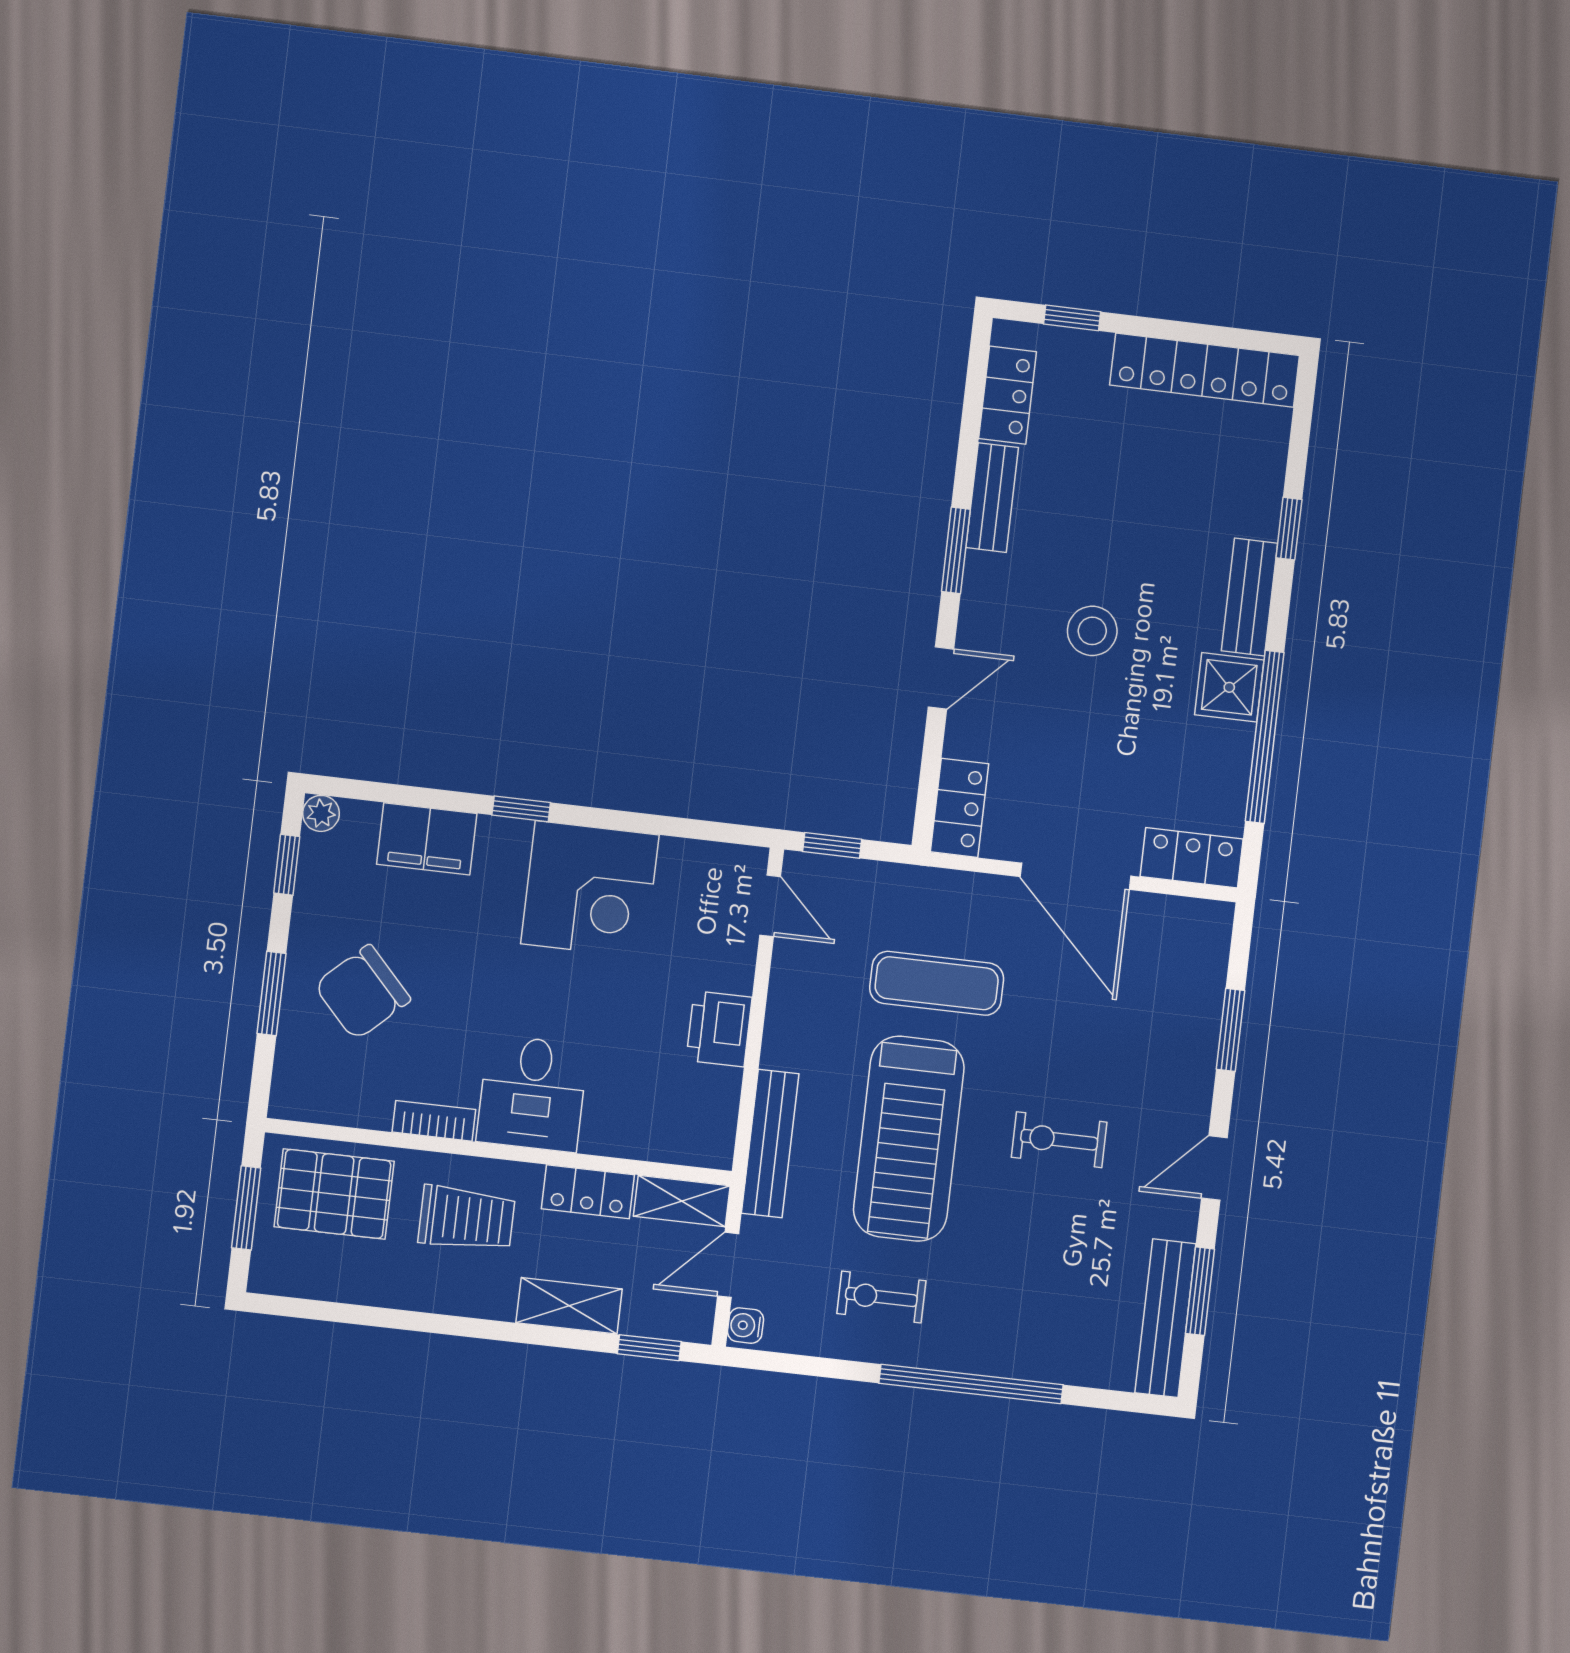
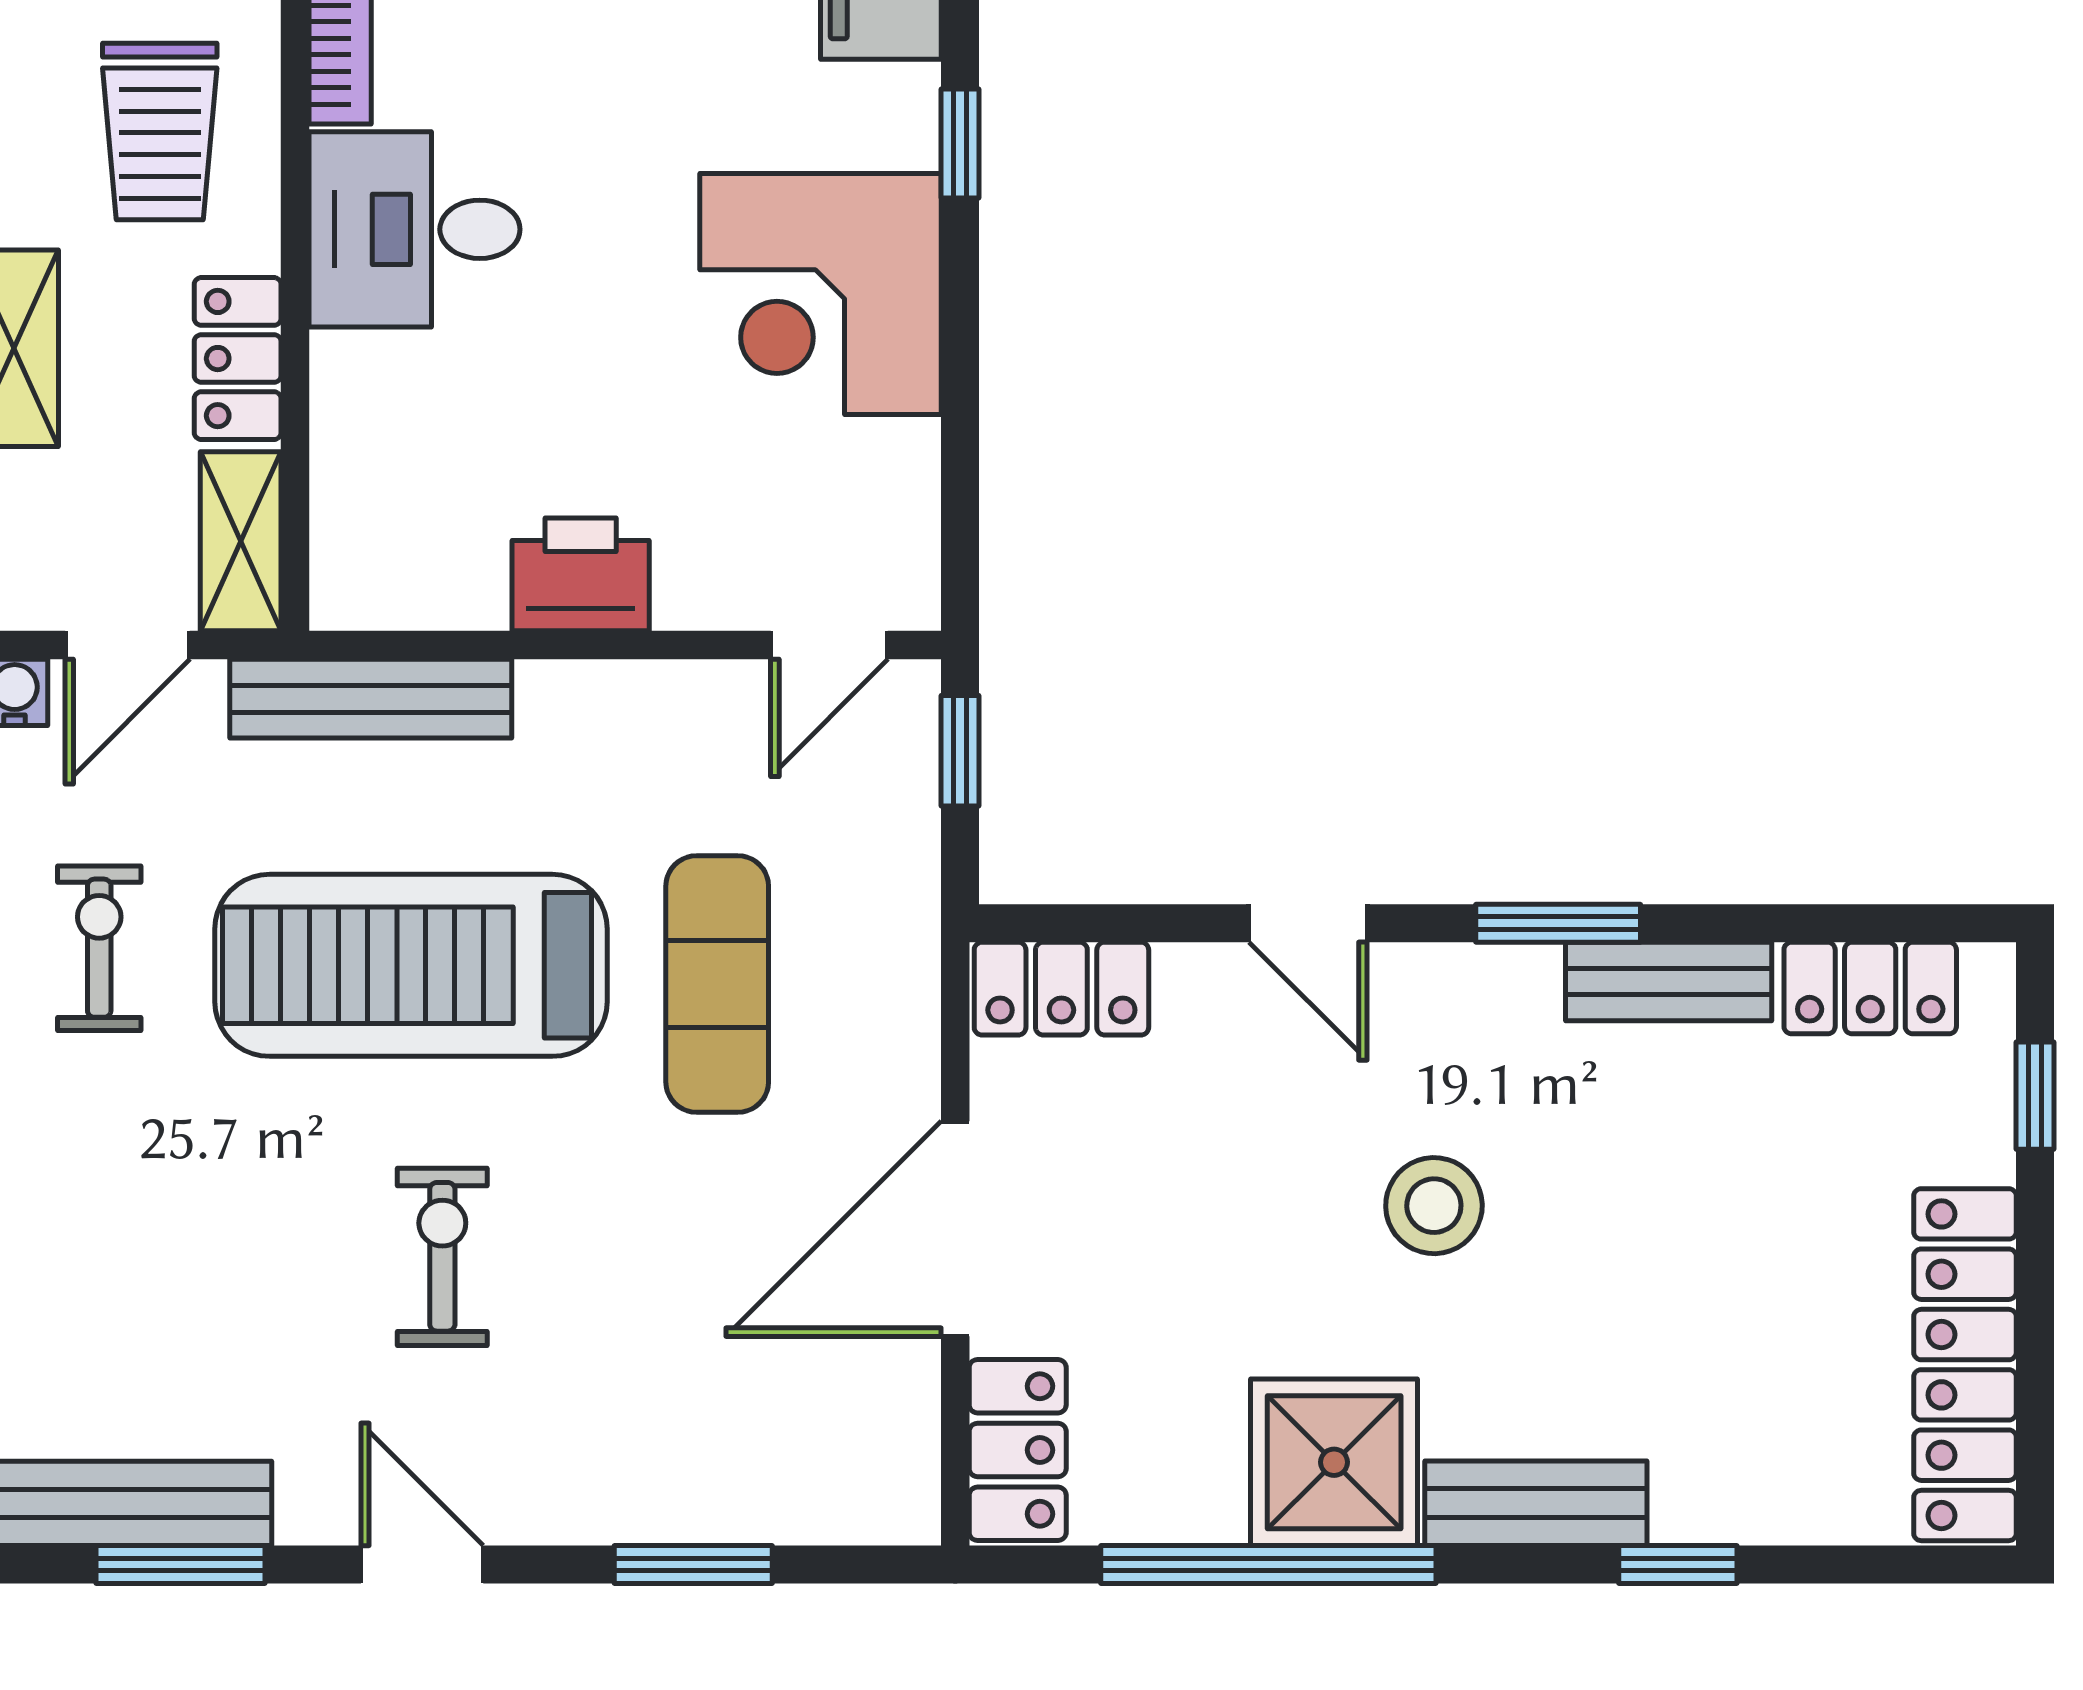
shower: (1229, 687) -> (1334, 1462), width x1.36, depth x1.36
door: (728, 1265) -> (127, 645), swing flipped

